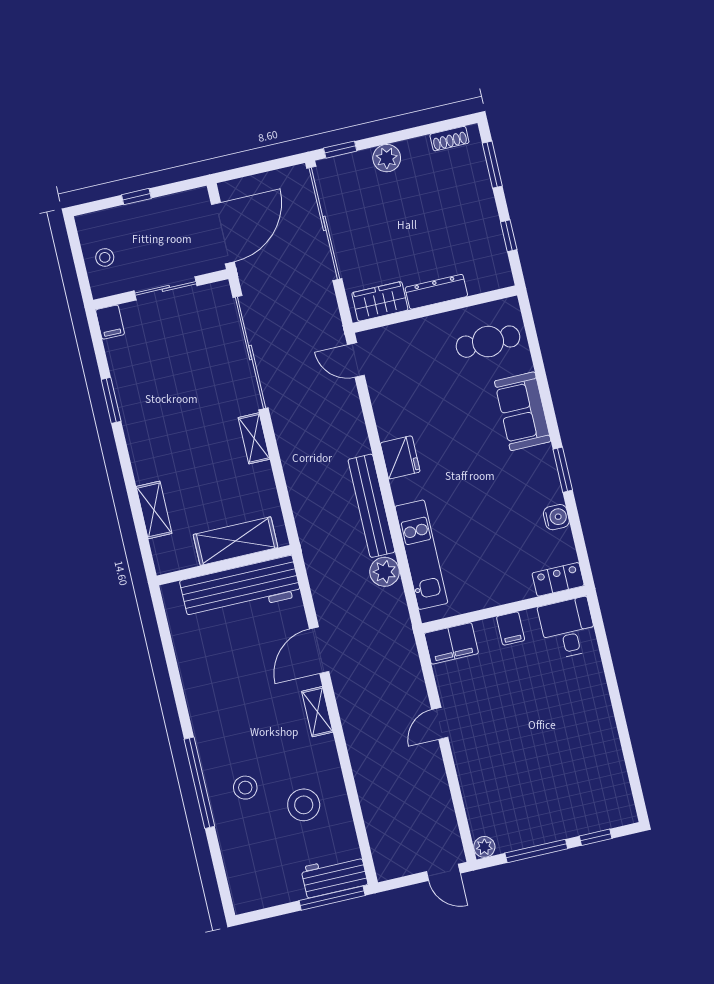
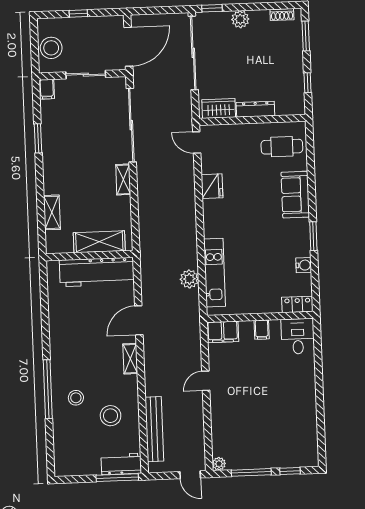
stool: (105, 257) -> (51, 48), width x1.89, depth x1.89
fridge: (400, 457) -> (212, 186), moved
bench: (371, 506) -> (154, 429), moved

